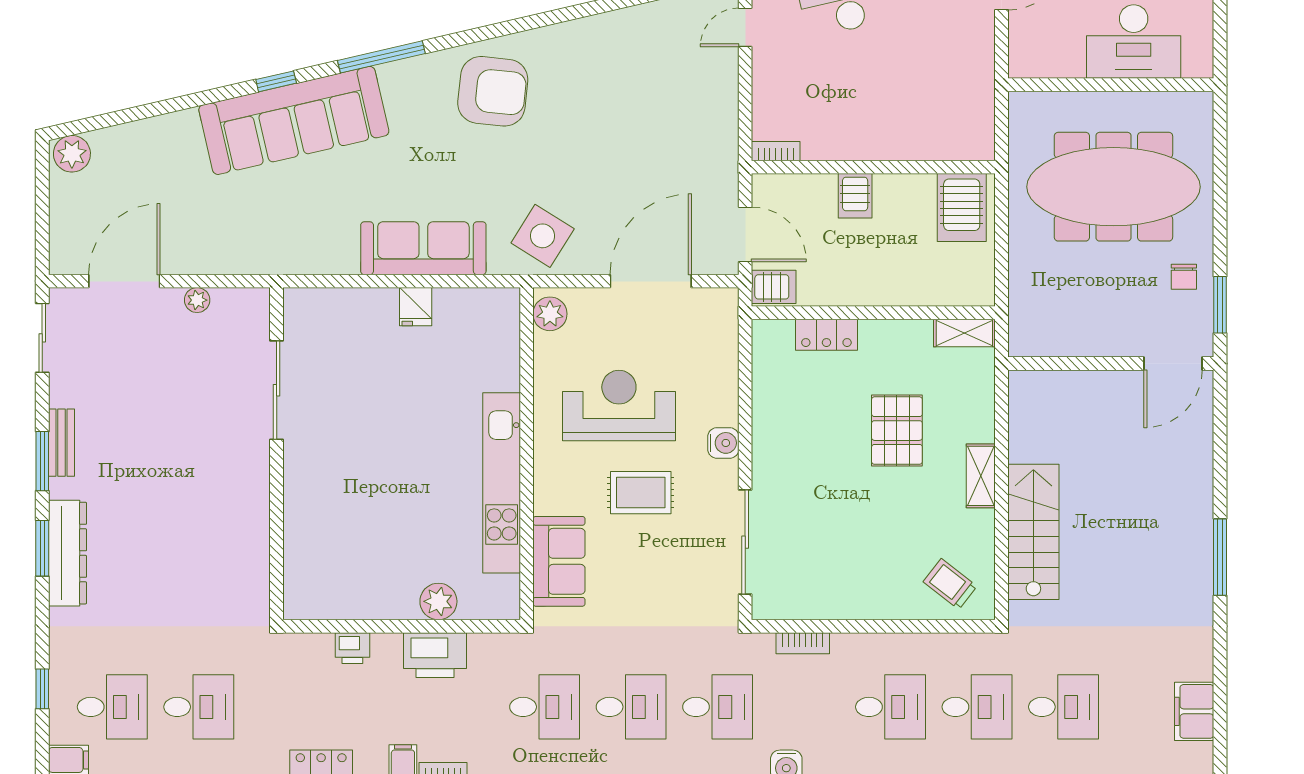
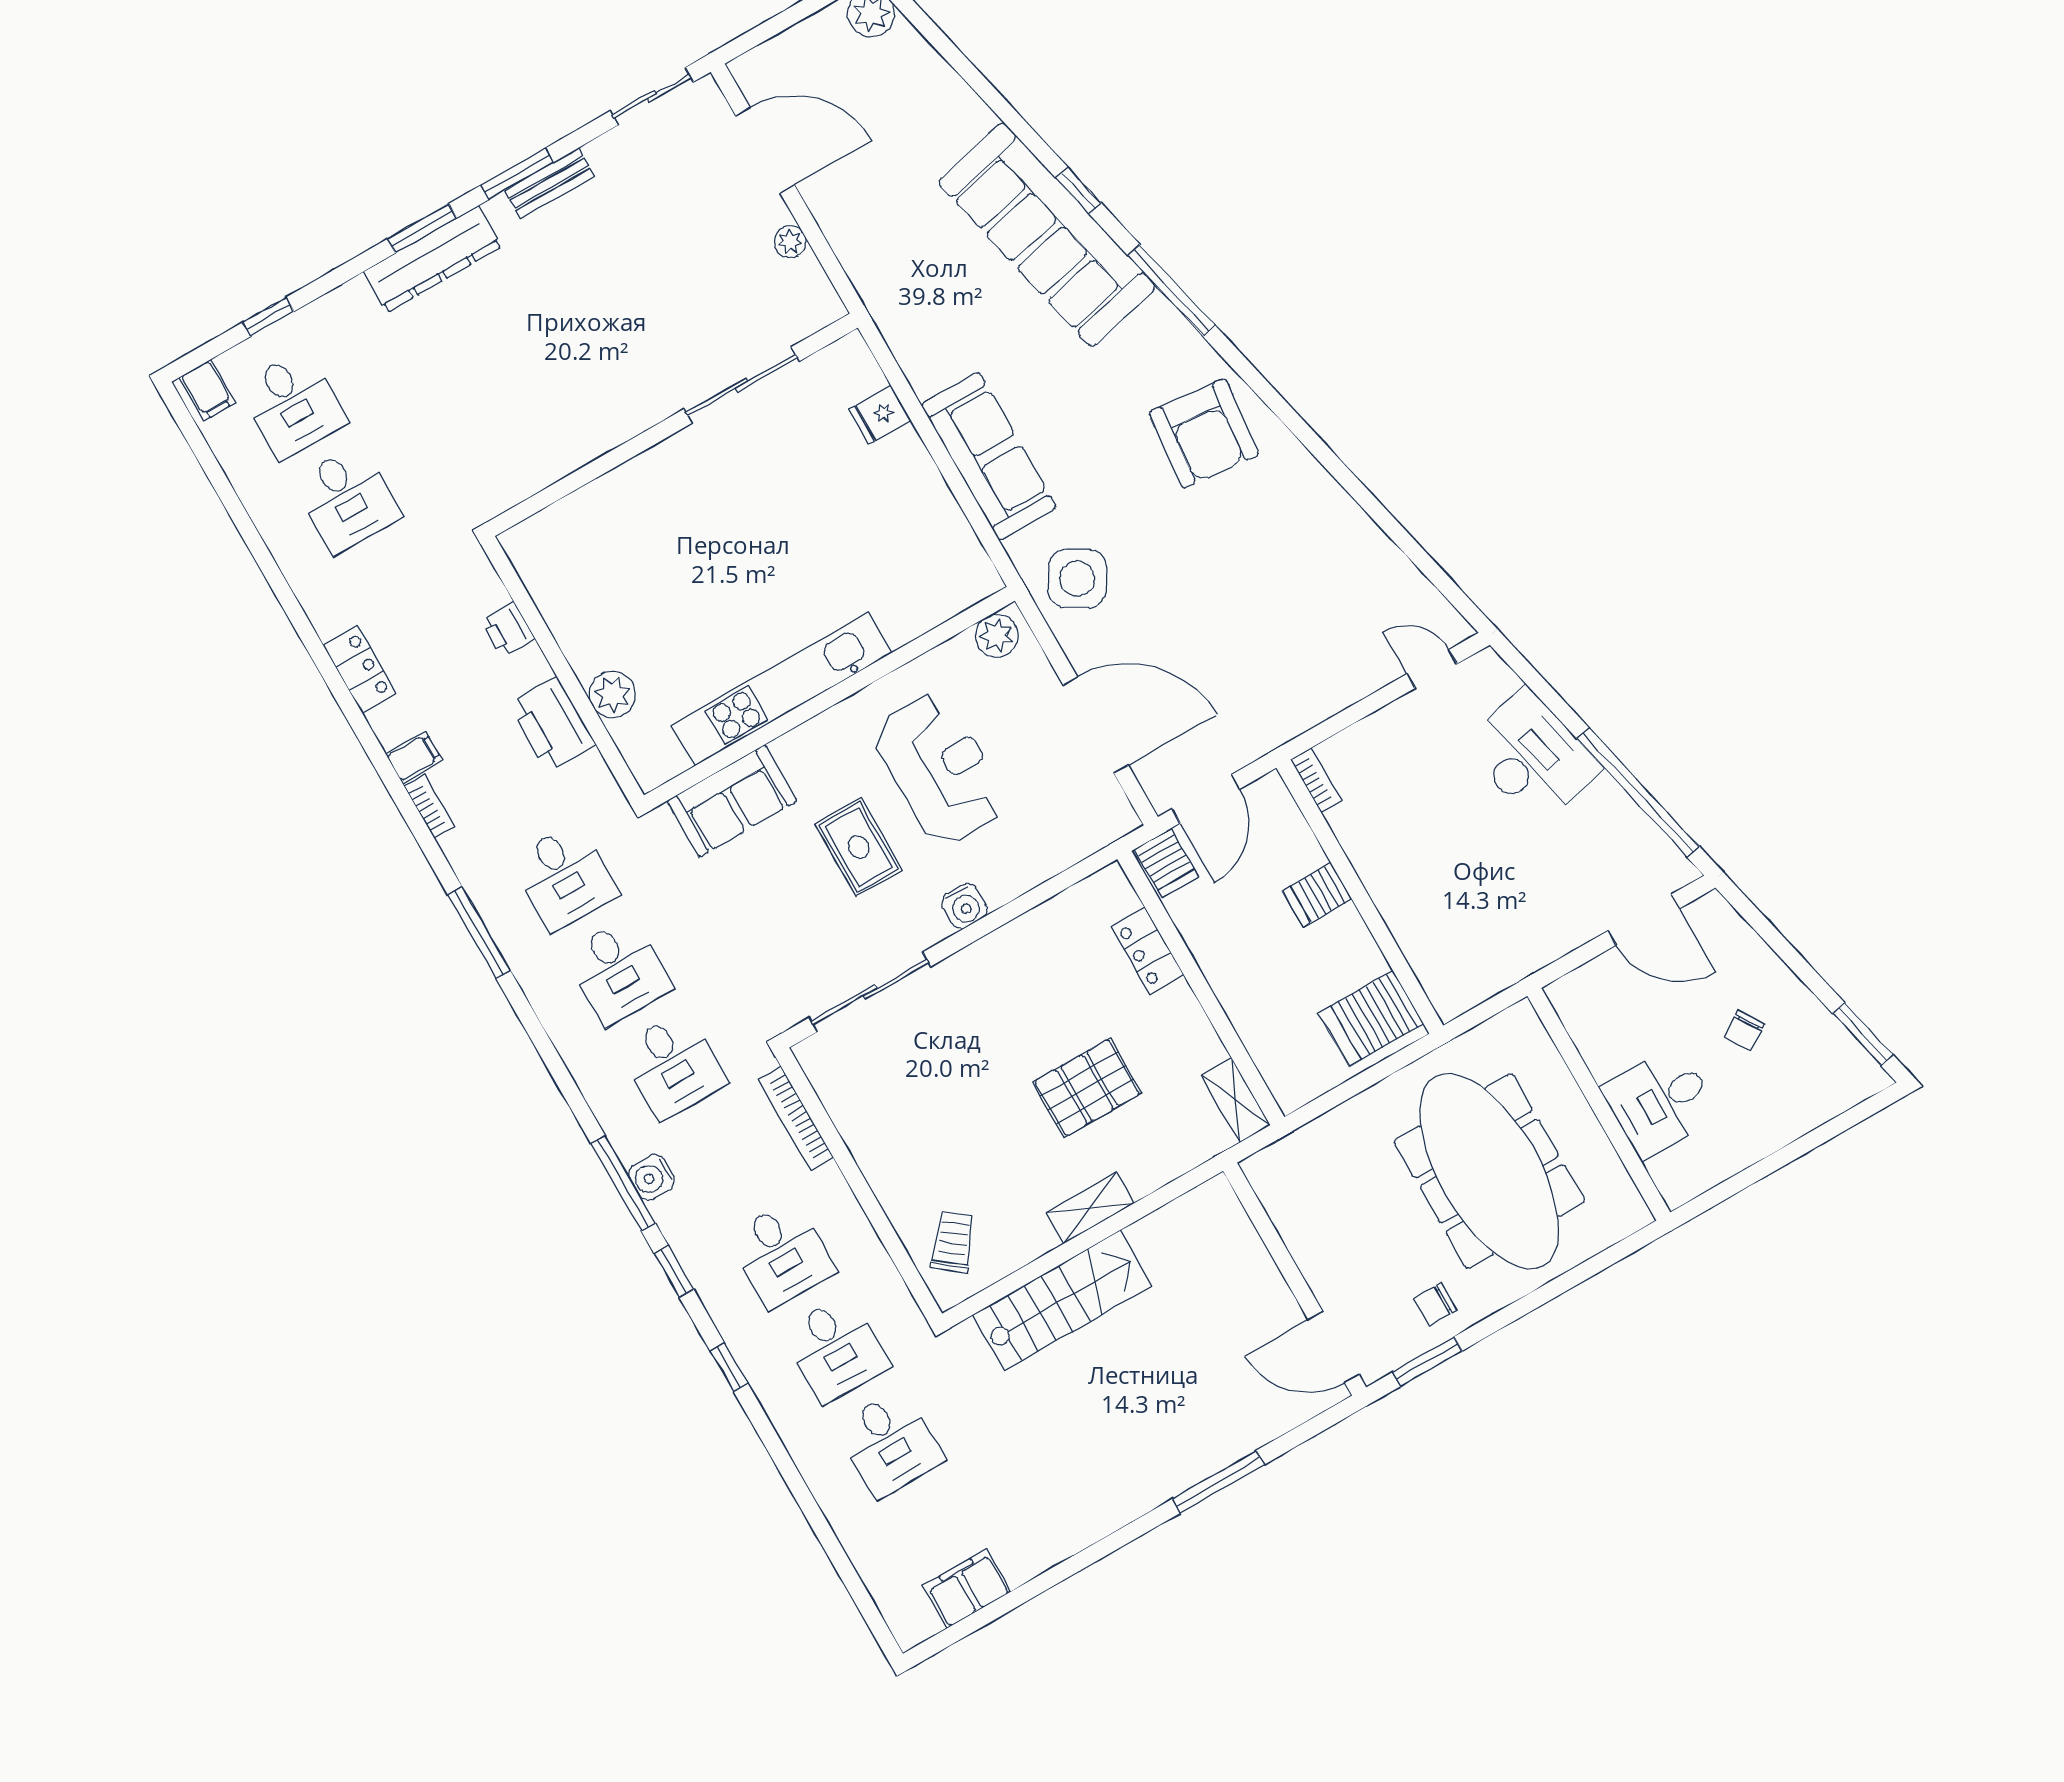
desk: (1134, 42) -> (1660, 1102), width x0.73
fridge: (416, 307) -> (880, 415), moved
window: (1220, 557) -> (1218, 1482), moved
bookcase: (803, 643) -> (796, 1118), width x1.56

